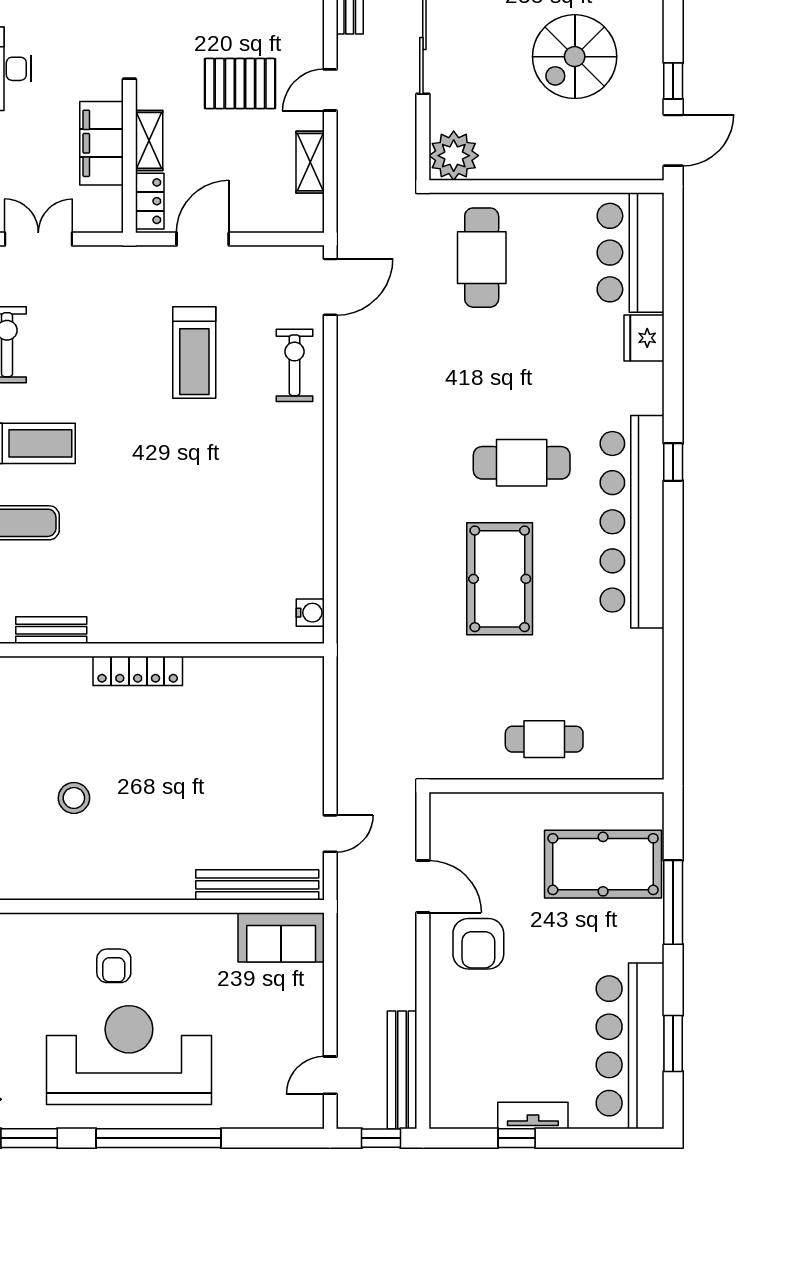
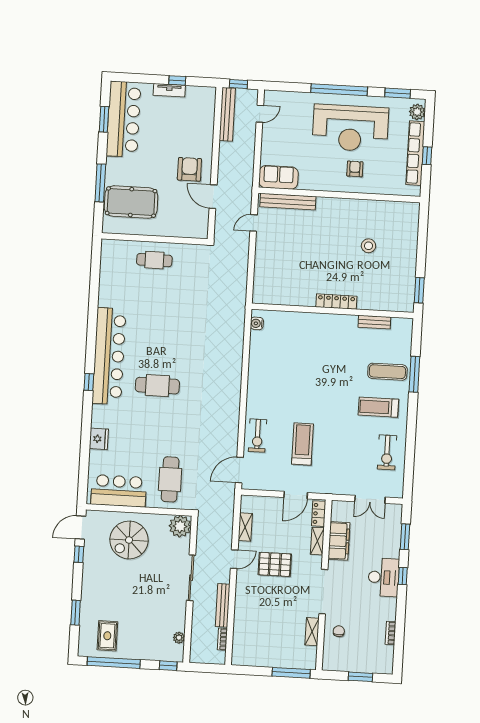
spiral stairs: (575, 57) -> (129, 540), moved, turned 180
bar counter: (631, 253) -> (119, 491), moved, turned -90
pool table: (500, 579) -> (170, 334), removed

